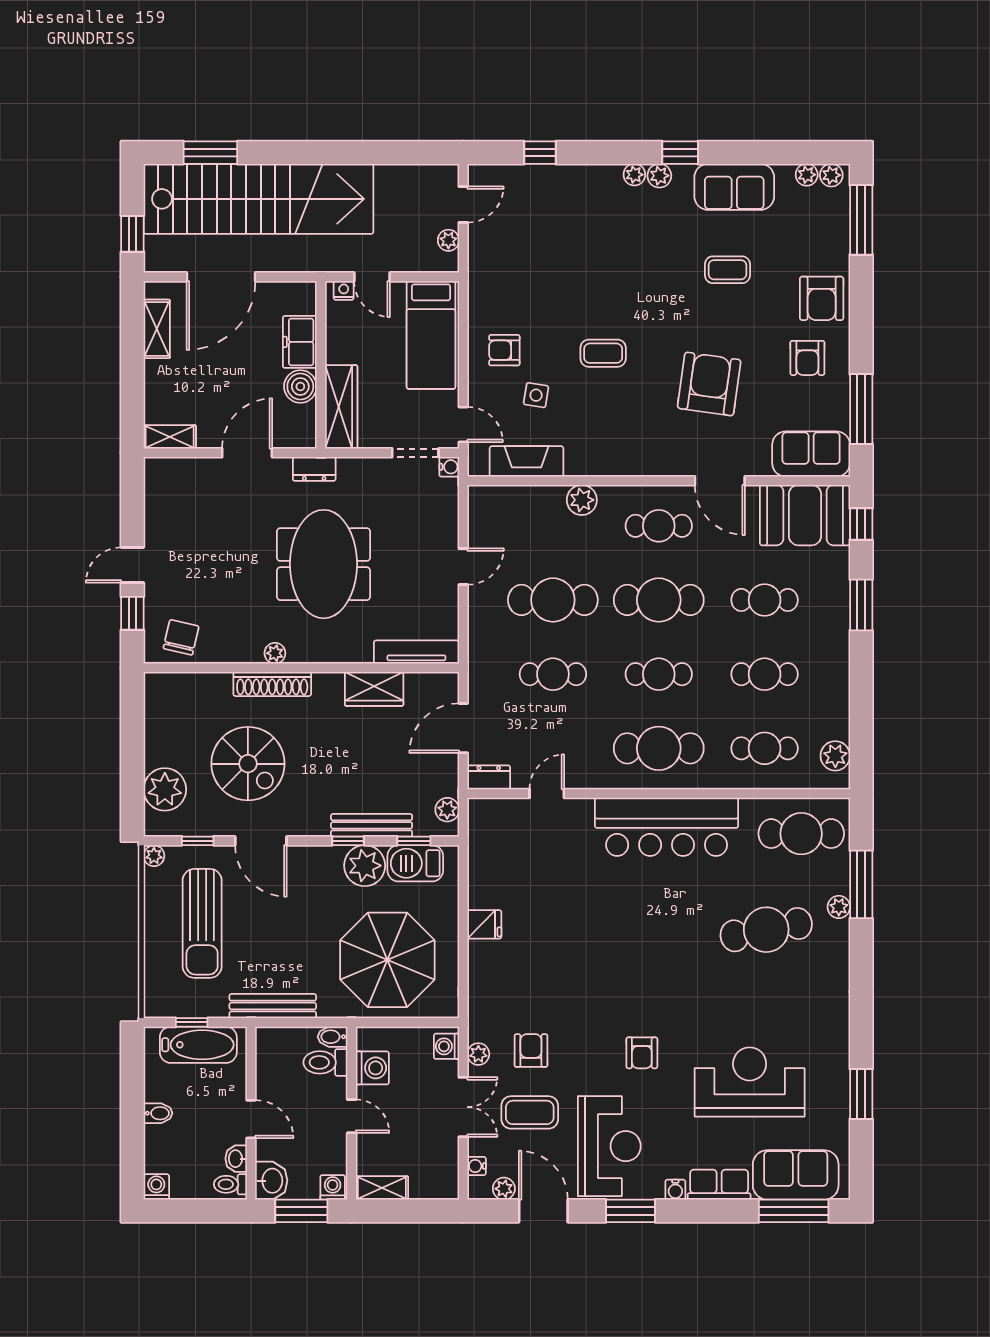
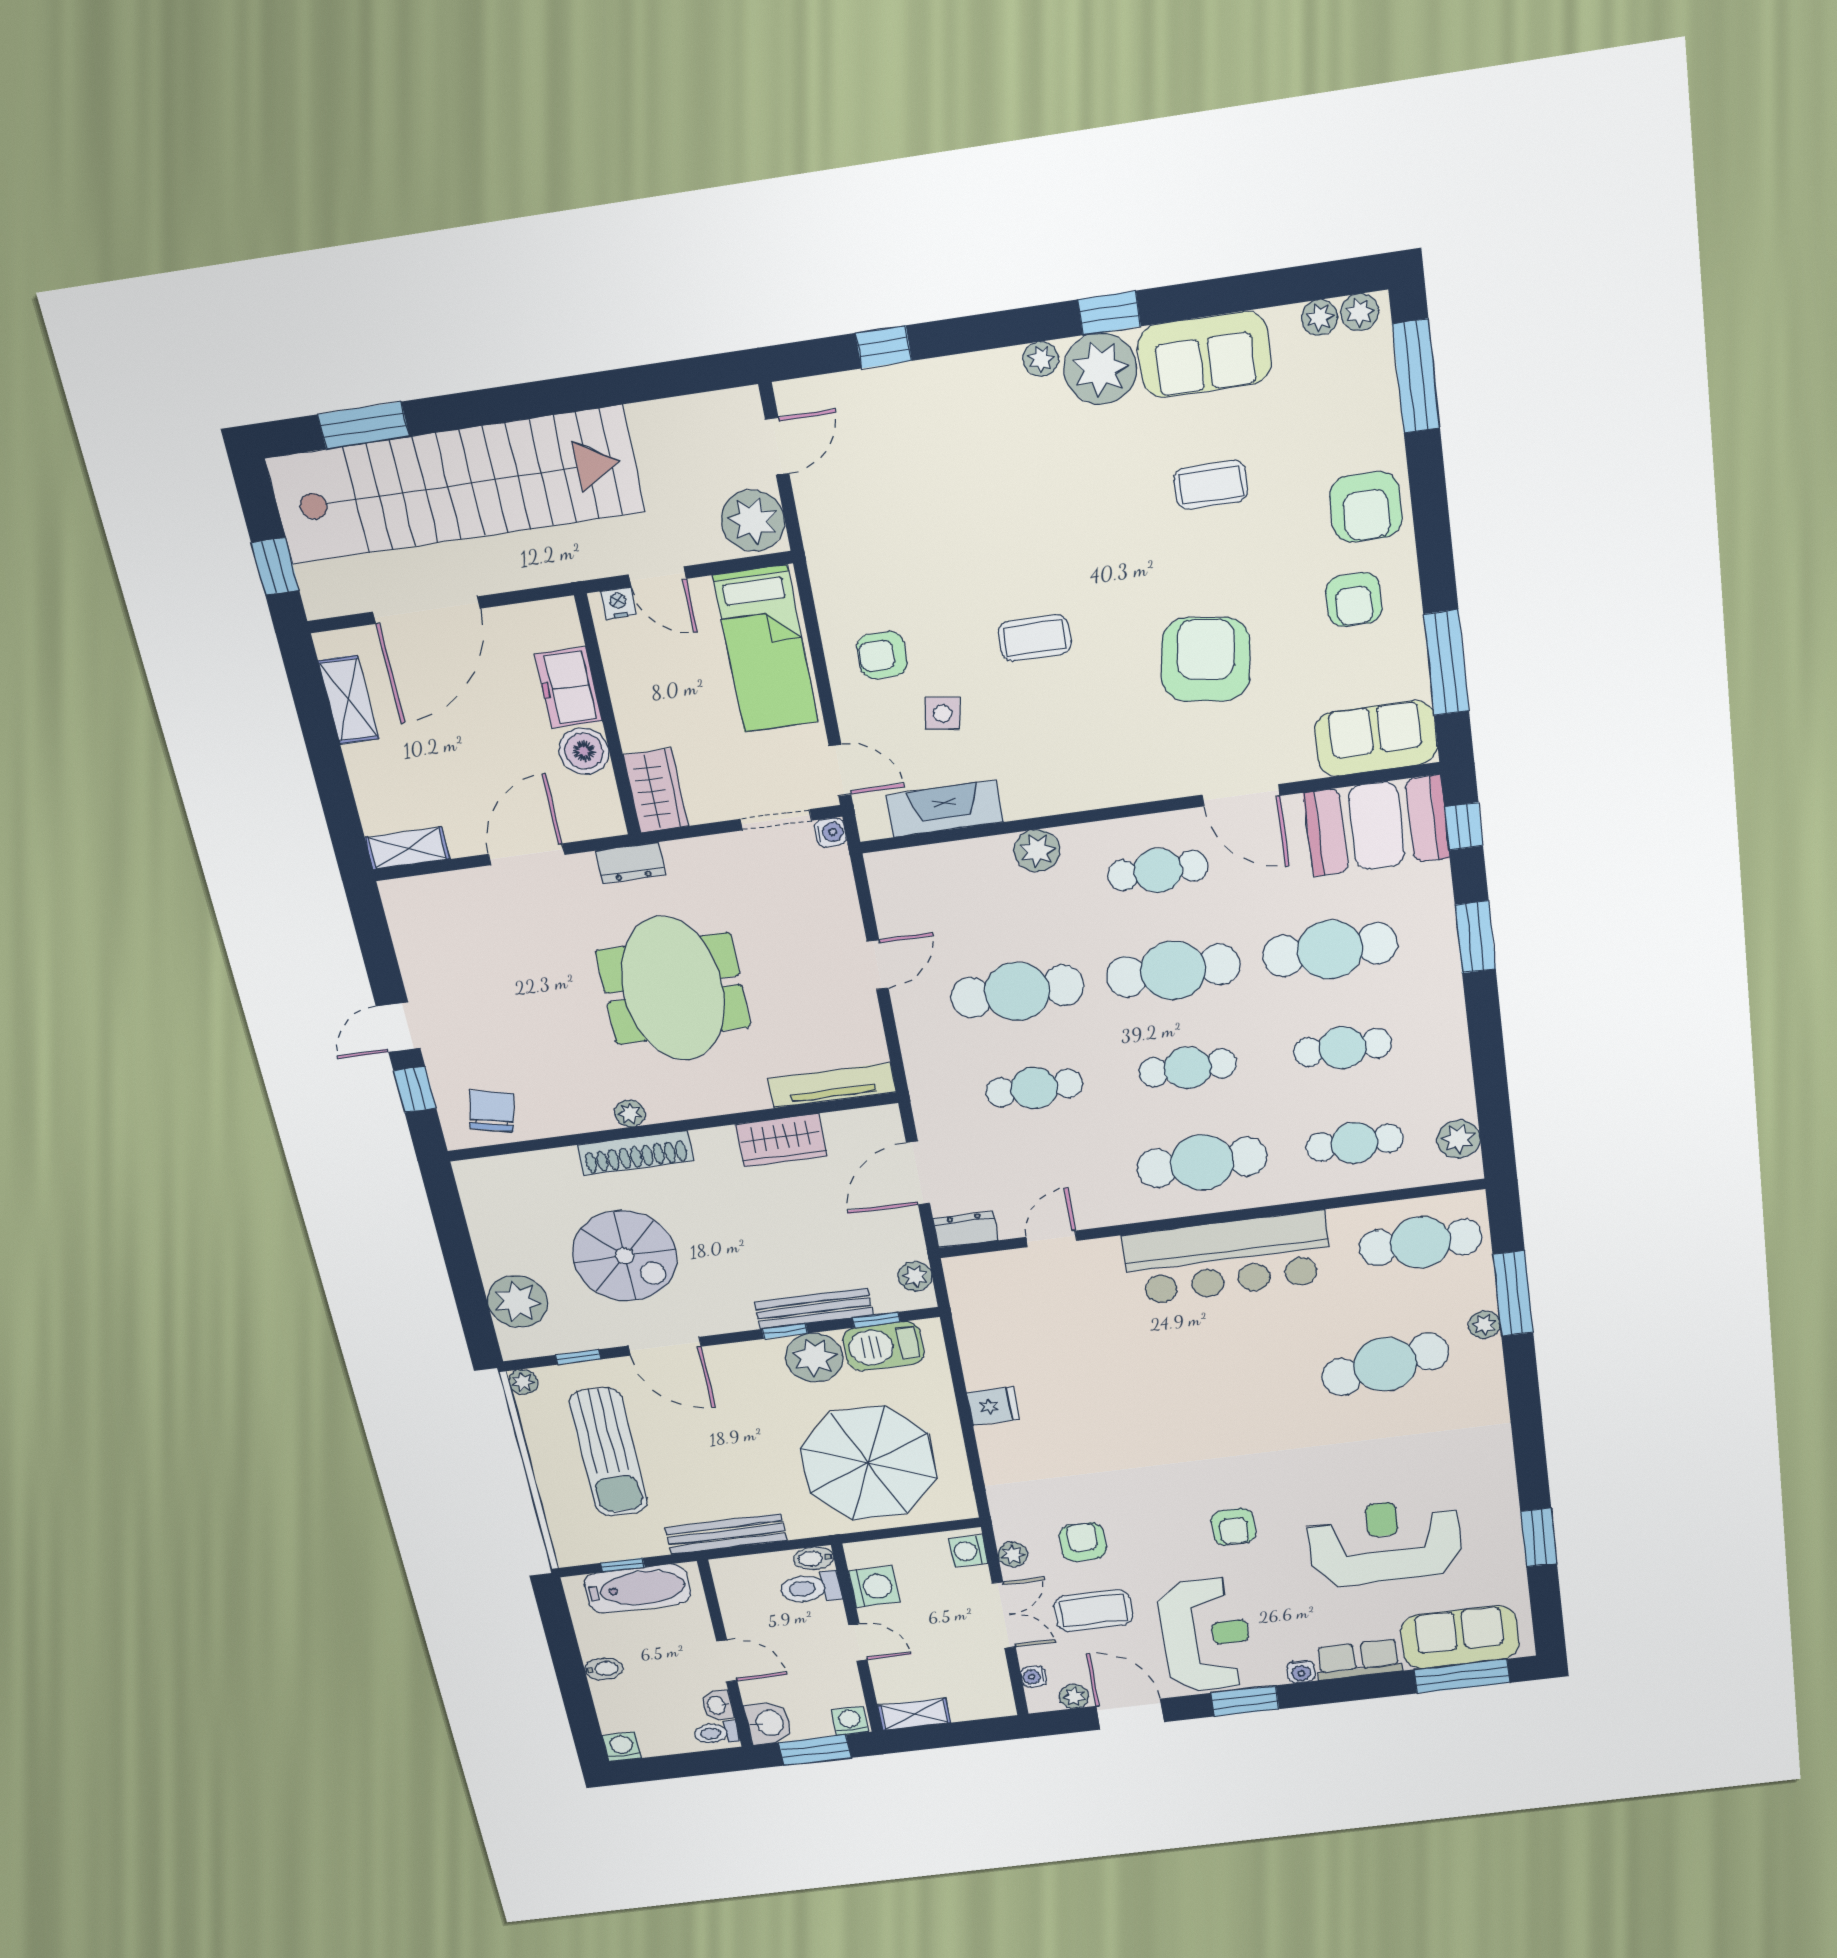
plant: (659, 176) -> (1100, 369), width x1.88, depth x1.88
plant: (448, 240) -> (753, 521), width x1.87, depth x1.87
wardrobe: (341, 407) -> (656, 791), width x0.67
cafe table: (765, 600) -> (1330, 950), width x1.37, depth x1.35

